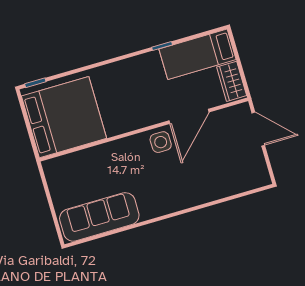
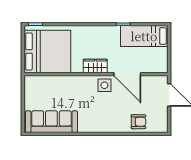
wardrobe: (232, 81) -> (95, 66), moved, turned 90
door: (189, 116) -> (127, 74), hinge flipped
armchair: (225, 181) -> (138, 122), added

